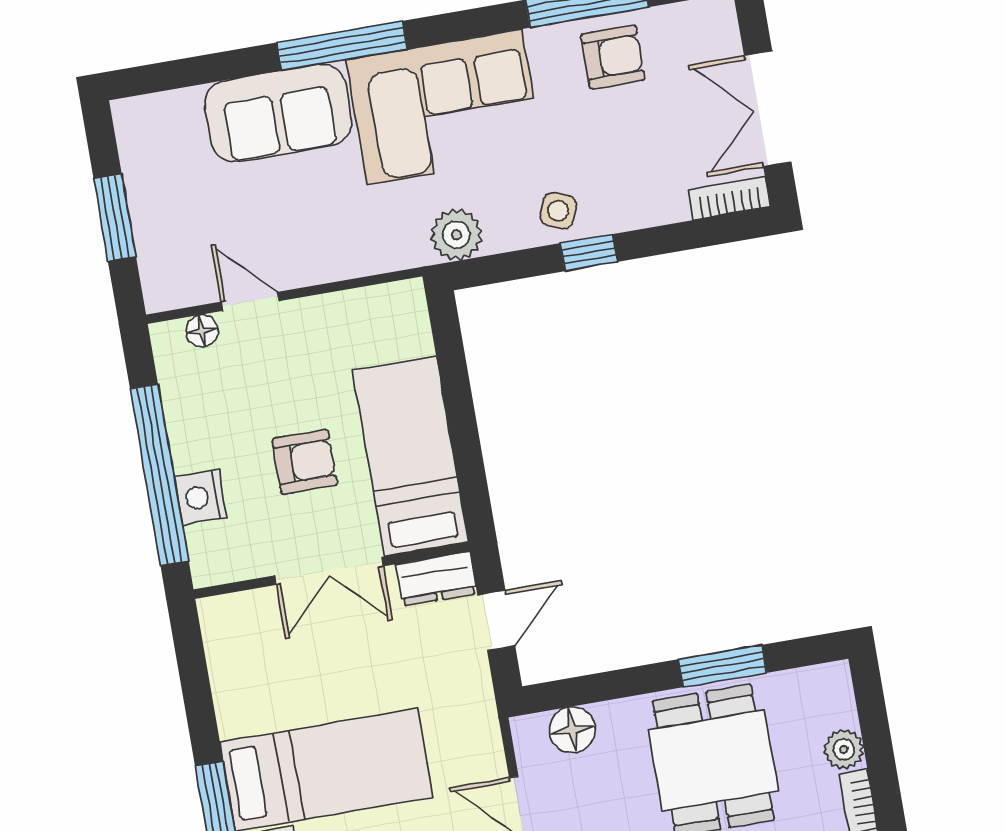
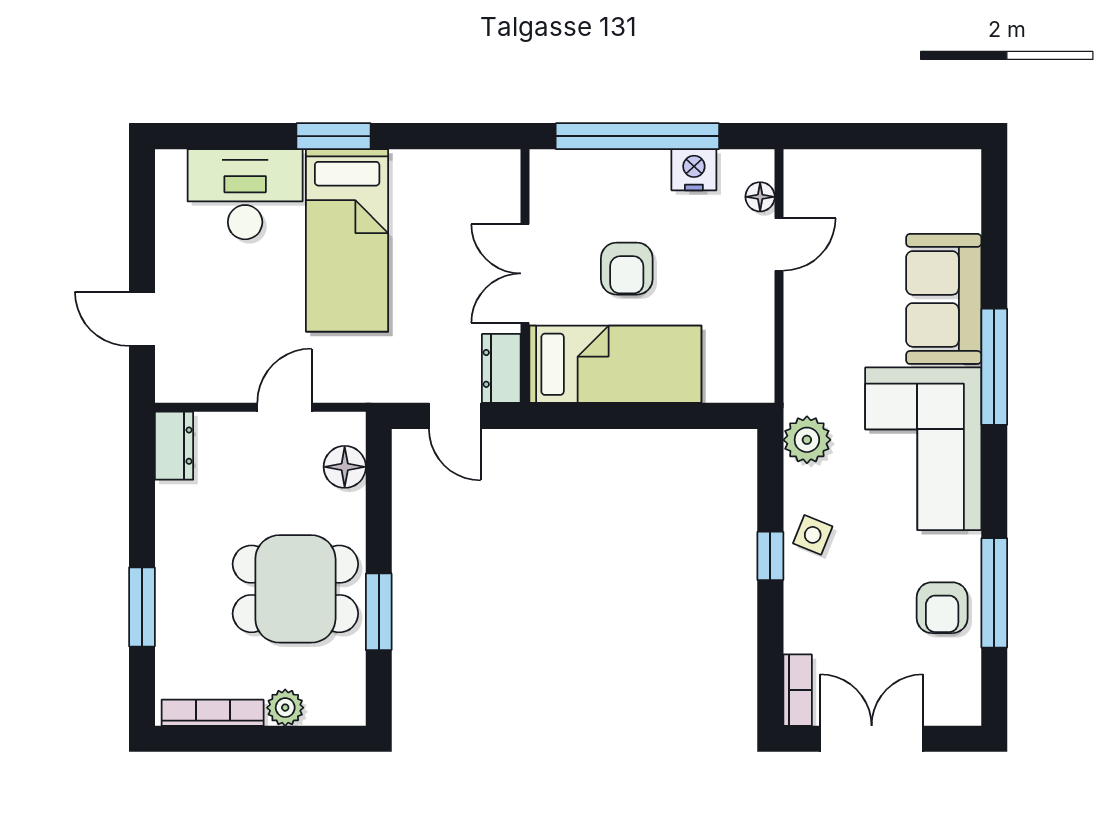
window: (115, 217) -> (875, 136), removed
nightstand: (201, 497) -> (694, 170), moved

